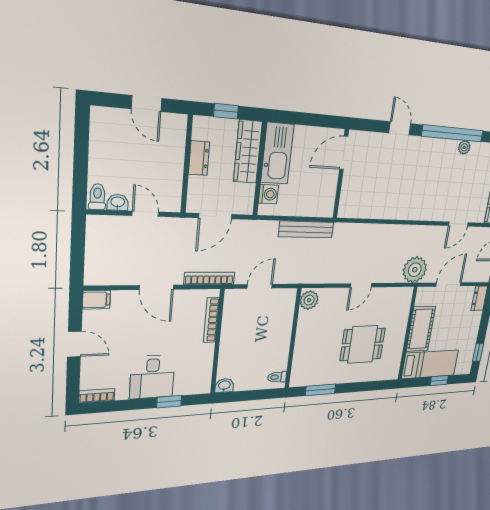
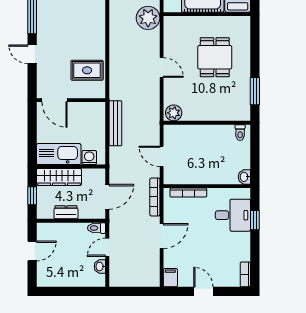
door: (400, 128) -> (32, 54), hinge flipped
rug: (372, 196) -> (87, 70), added
toilet: (97, 197) -> (97, 228), moved
door: (215, 216) -> (107, 197), hinge flipped
door: (74, 344) -> (203, 291), hinge flipped
desk: (152, 377) -> (233, 215), moved

